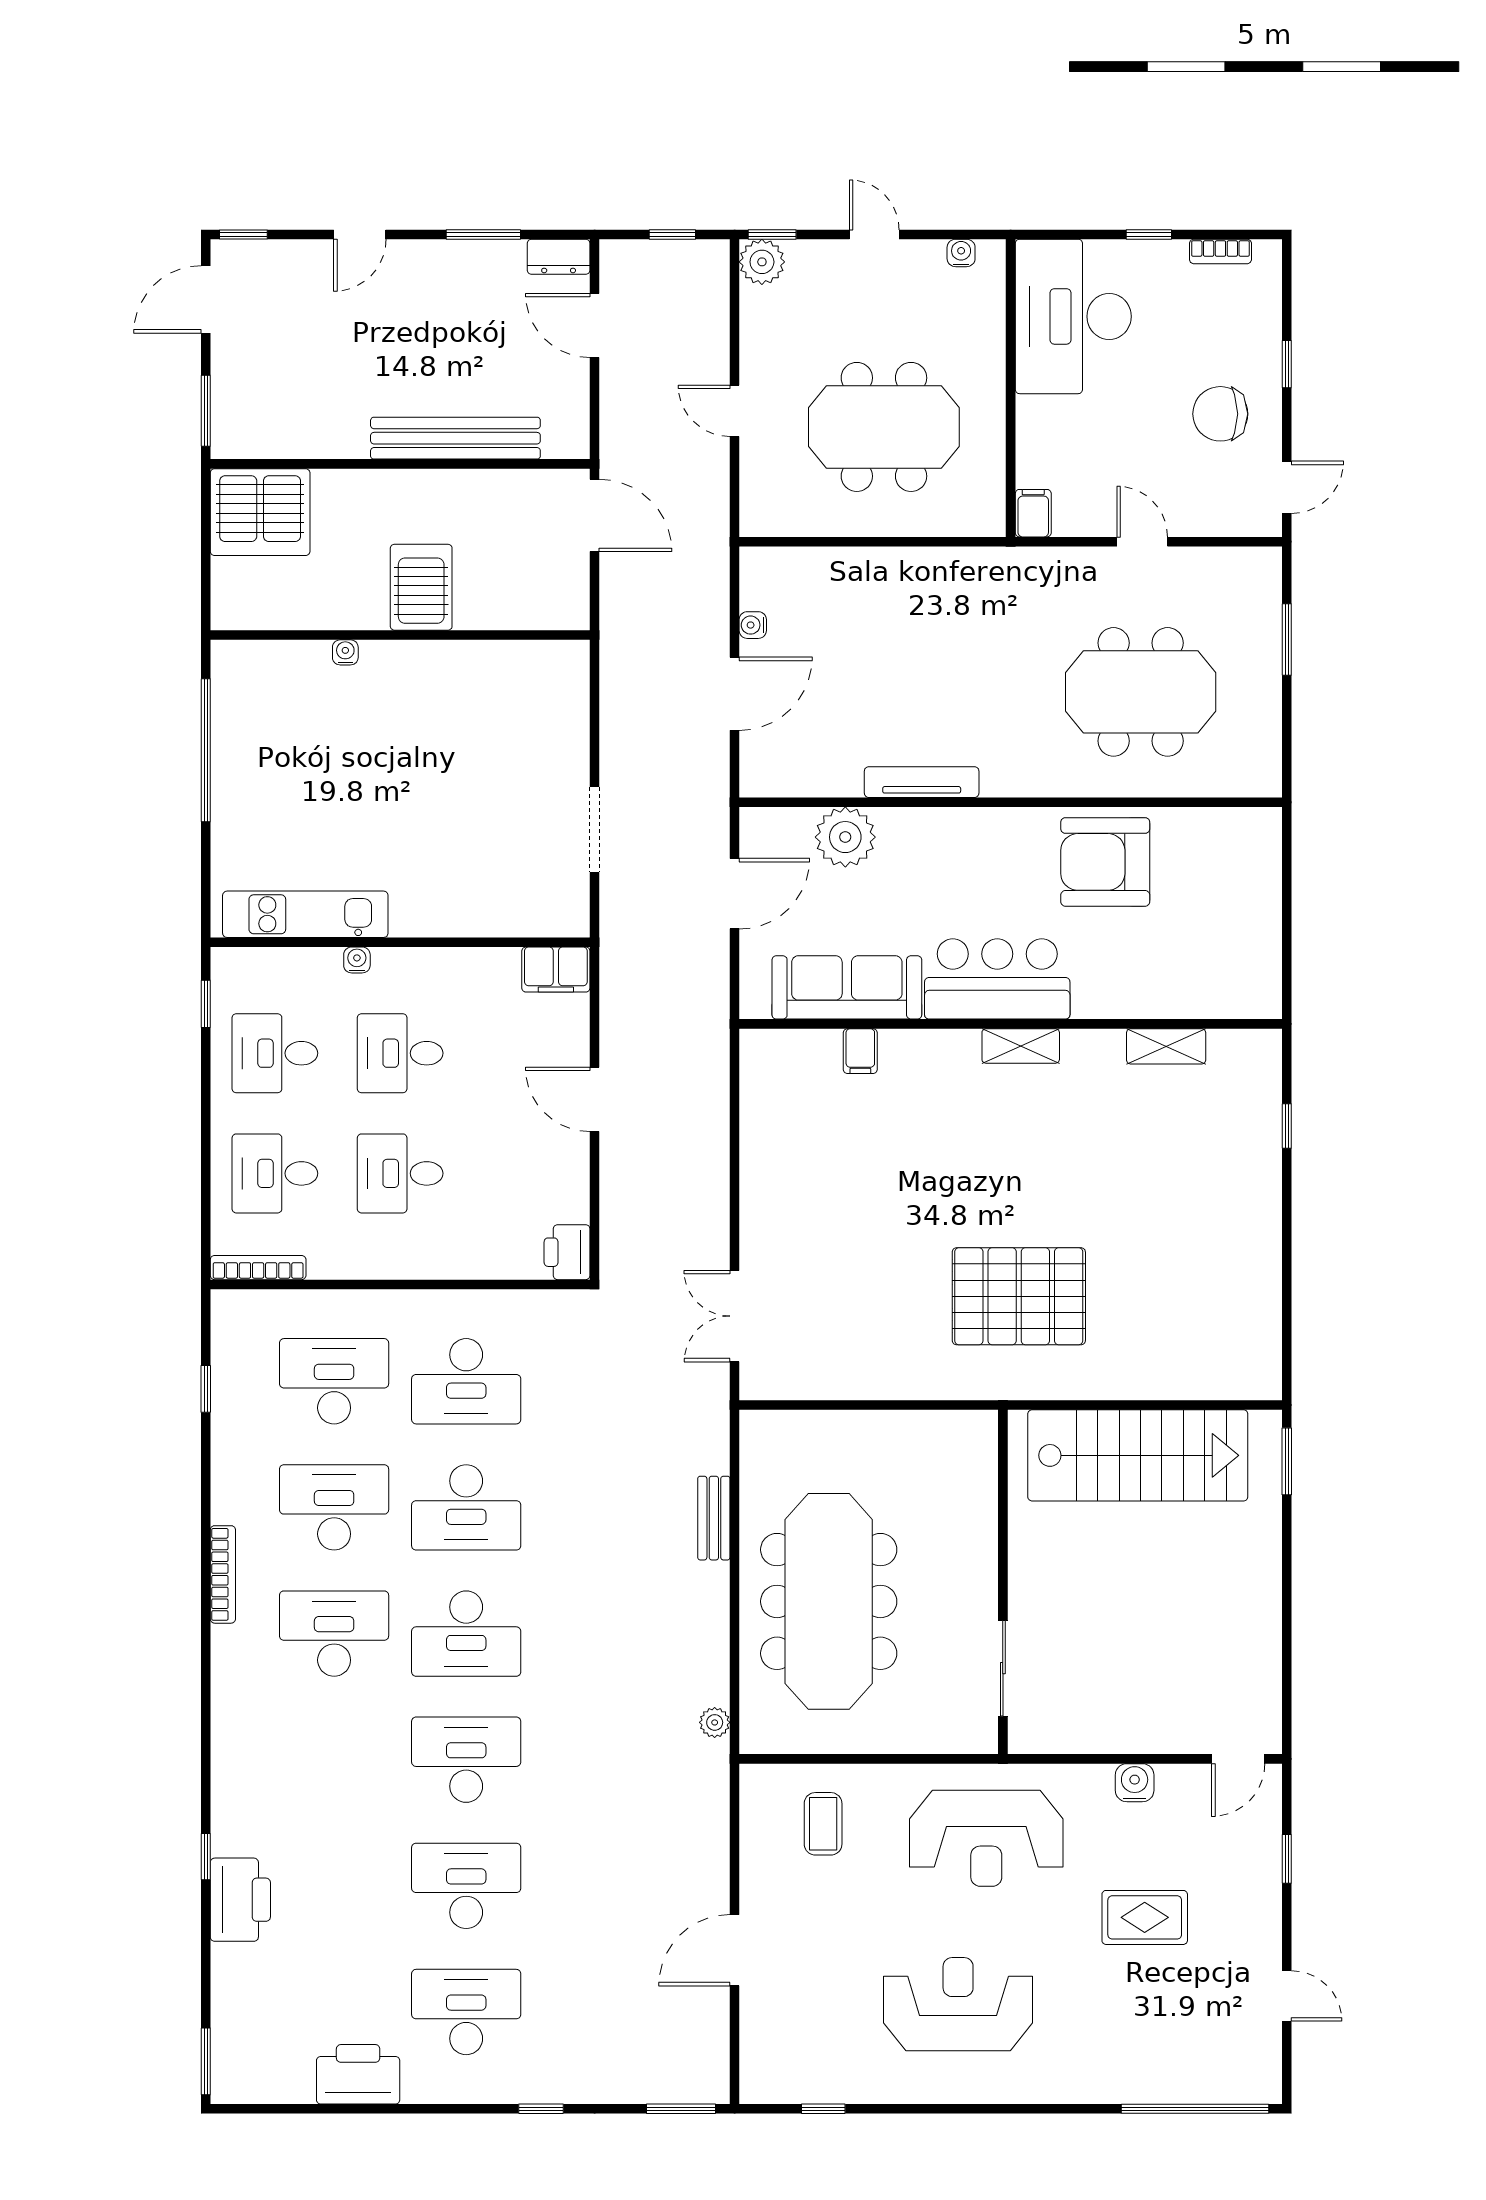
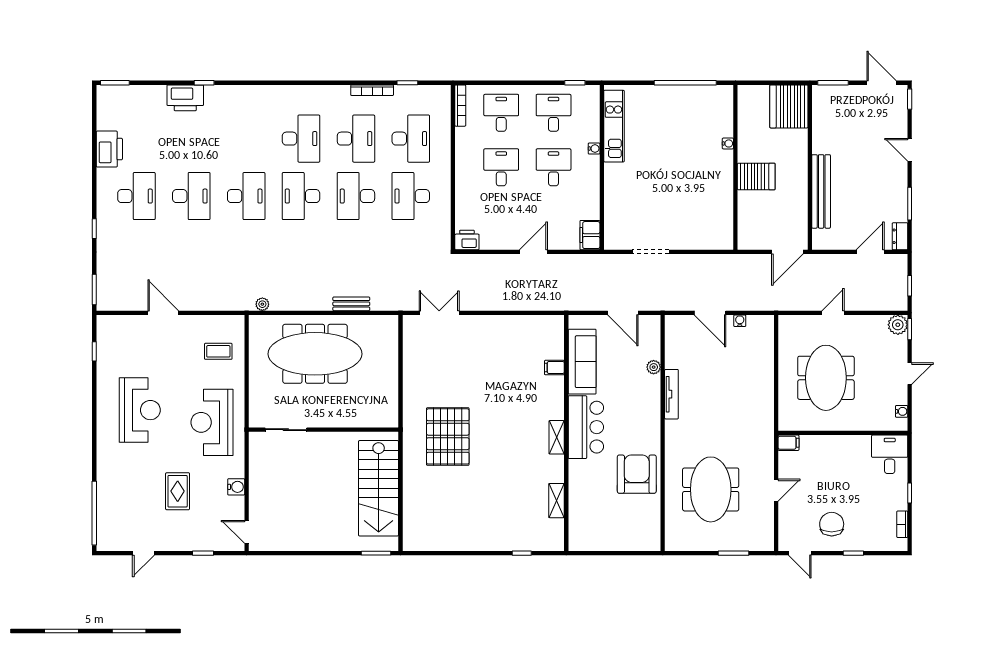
desk: (1073, 316) -> (890, 454), width x0.53, depth x0.77
plant: (845, 837) -> (654, 367), width x0.53, depth x0.53
bookcase: (223, 1574) -> (372, 90), moved

